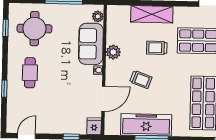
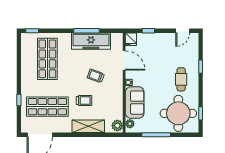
round table: (34, 29) -> (178, 113), width x1.36, depth x1.36
plant: (113, 52) -> (117, 126), moved
door: (103, 99) -> (124, 60), swing flipped

